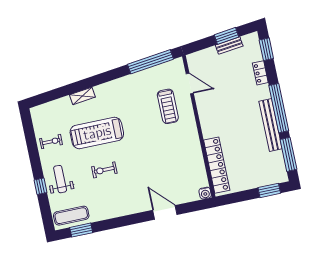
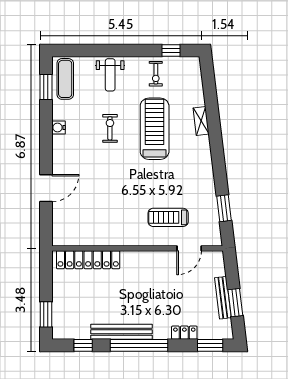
bench: (229, 45) -> (223, 298), width x1.36
window: (150, 62) -> (224, 208), width x0.47
window: (288, 154) -> (83, 345), width x0.46
weight bench: (60, 179) -> (110, 75), turned 90
window: (41, 186) -> (171, 51), moved
water cooler: (205, 193) -> (59, 127), moved

